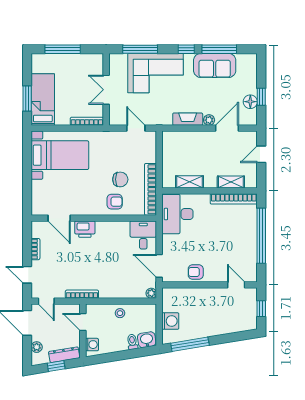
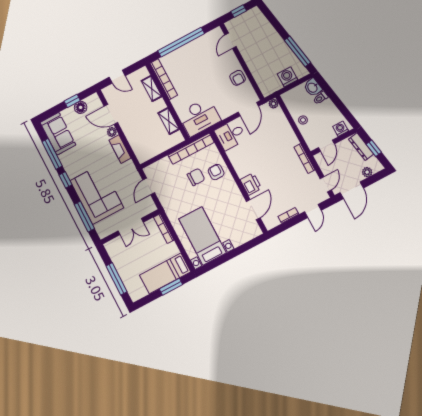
sofa: (215, 65) -> (58, 134), moved
chair: (120, 179) -> (196, 177), turned 90

